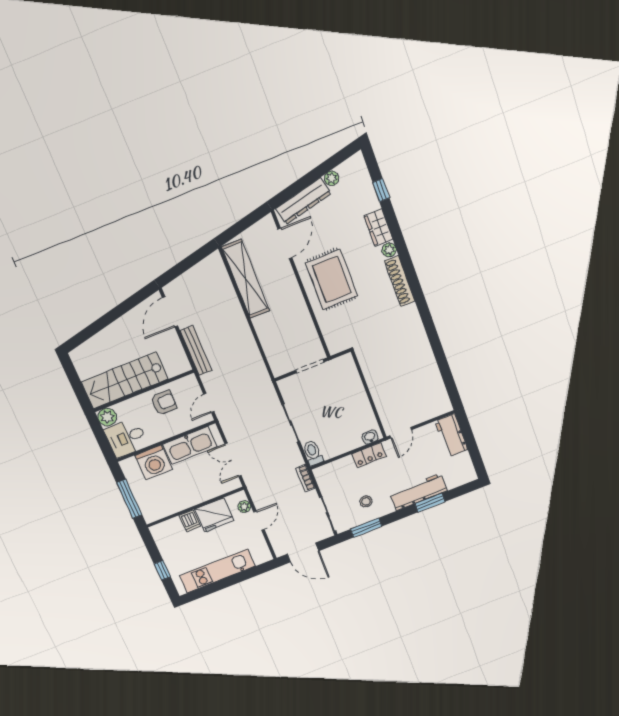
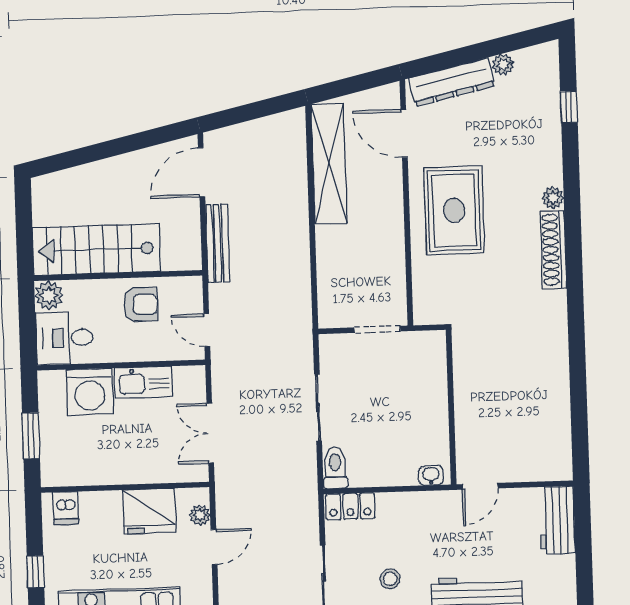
wardrobe: (378, 228) -> (548, 159), removed
door: (285, 243) -> (404, 133), swing flipped
door: (209, 403) -> (207, 330), hinge flipped
kitchen sink: (190, 445) -> (143, 382), width x0.73, depth x0.81
locker: (369, 455) -> (350, 506), moved
bookcase: (305, 478) -> (310, 504), removed
window: (129, 499) -> (31, 436), width x0.69
dishwasher: (190, 521) -> (66, 508), moved

